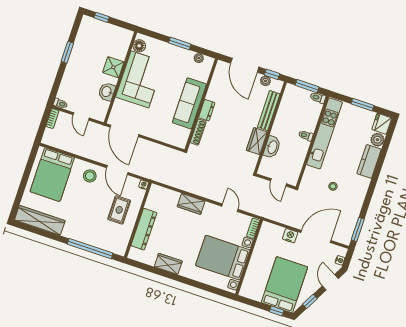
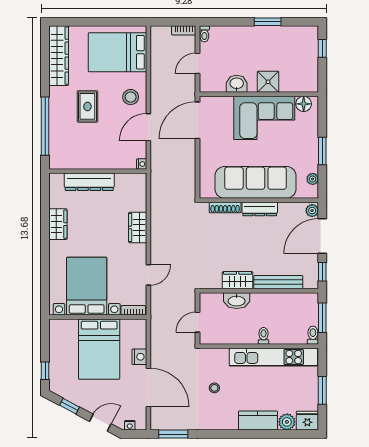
plant: (265, 81) -> (312, 211), moved
sofa: (189, 103) -> (256, 182), width x1.36, depth x1.27
dresser: (207, 110) -> (260, 209), width x1.44
rug: (119, 210) -> (87, 106), moved, turned 90
bed: (284, 285) -> (99, 349), moved, turned 90

